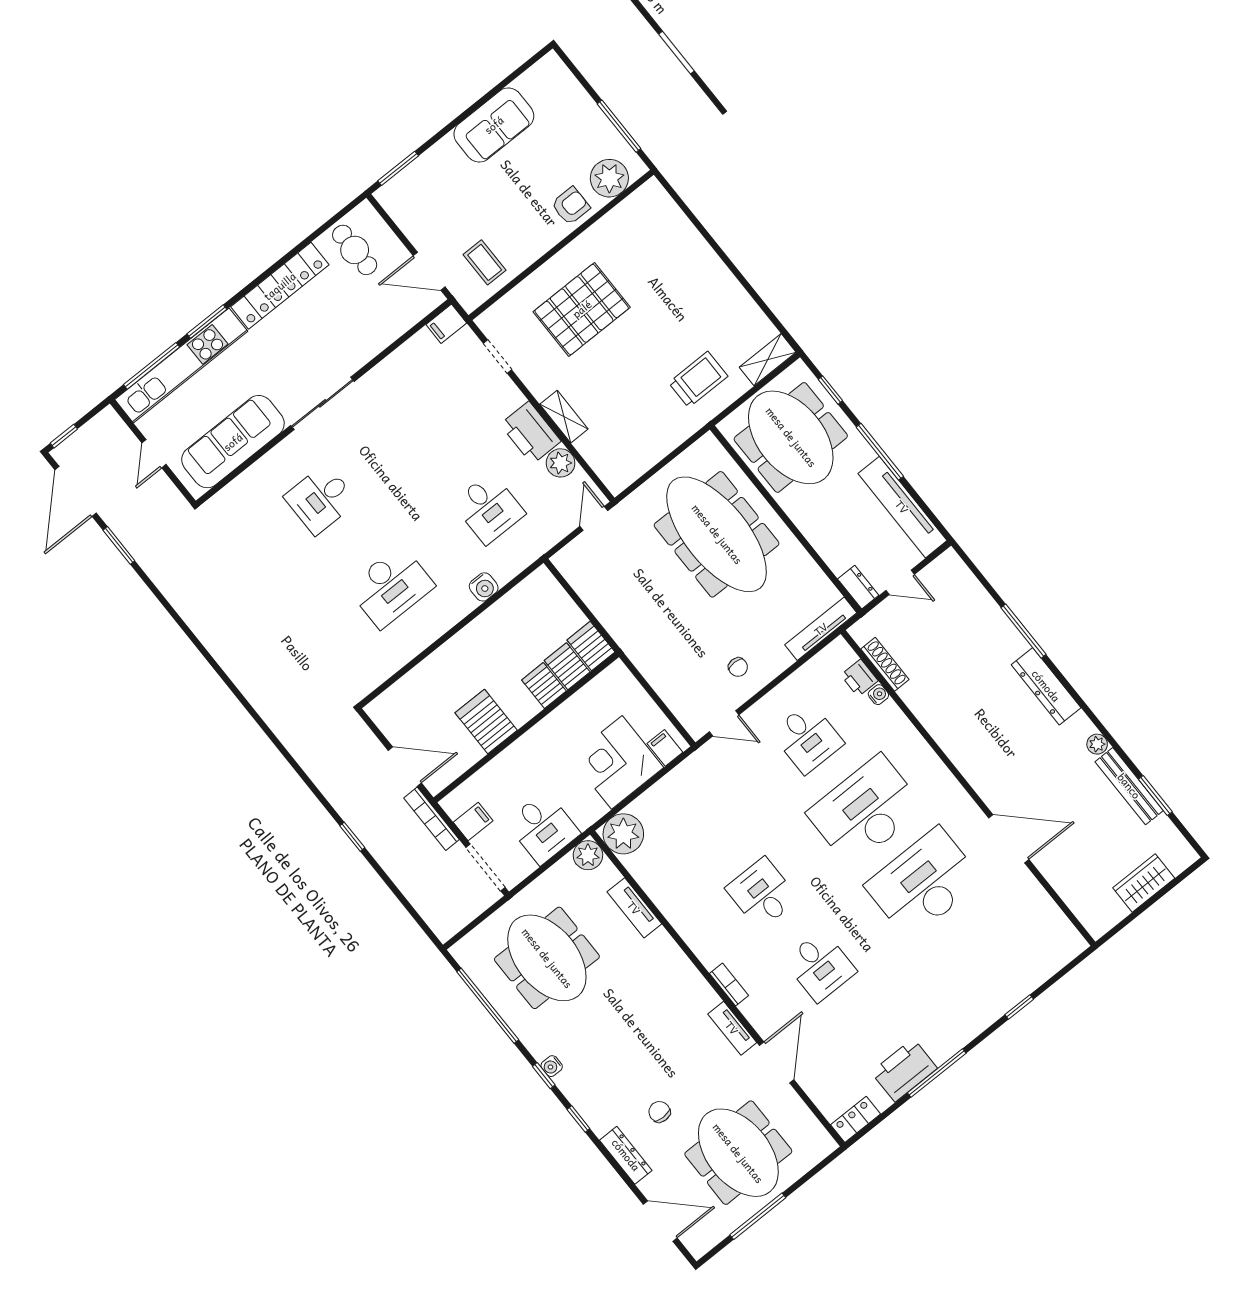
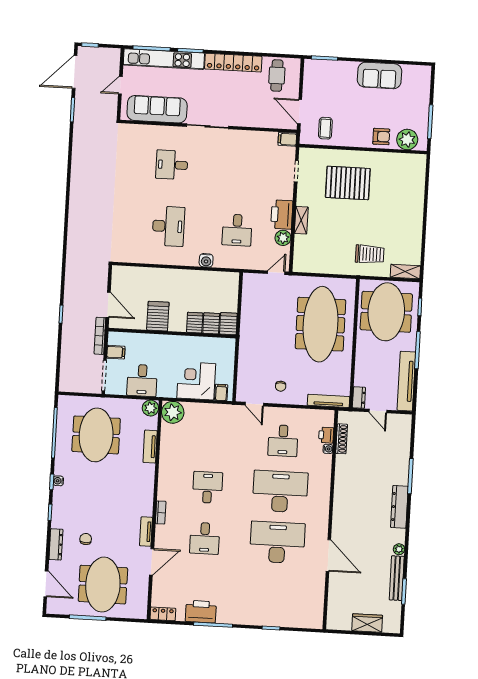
desk: (391, 587) -> (168, 226), turned -90

